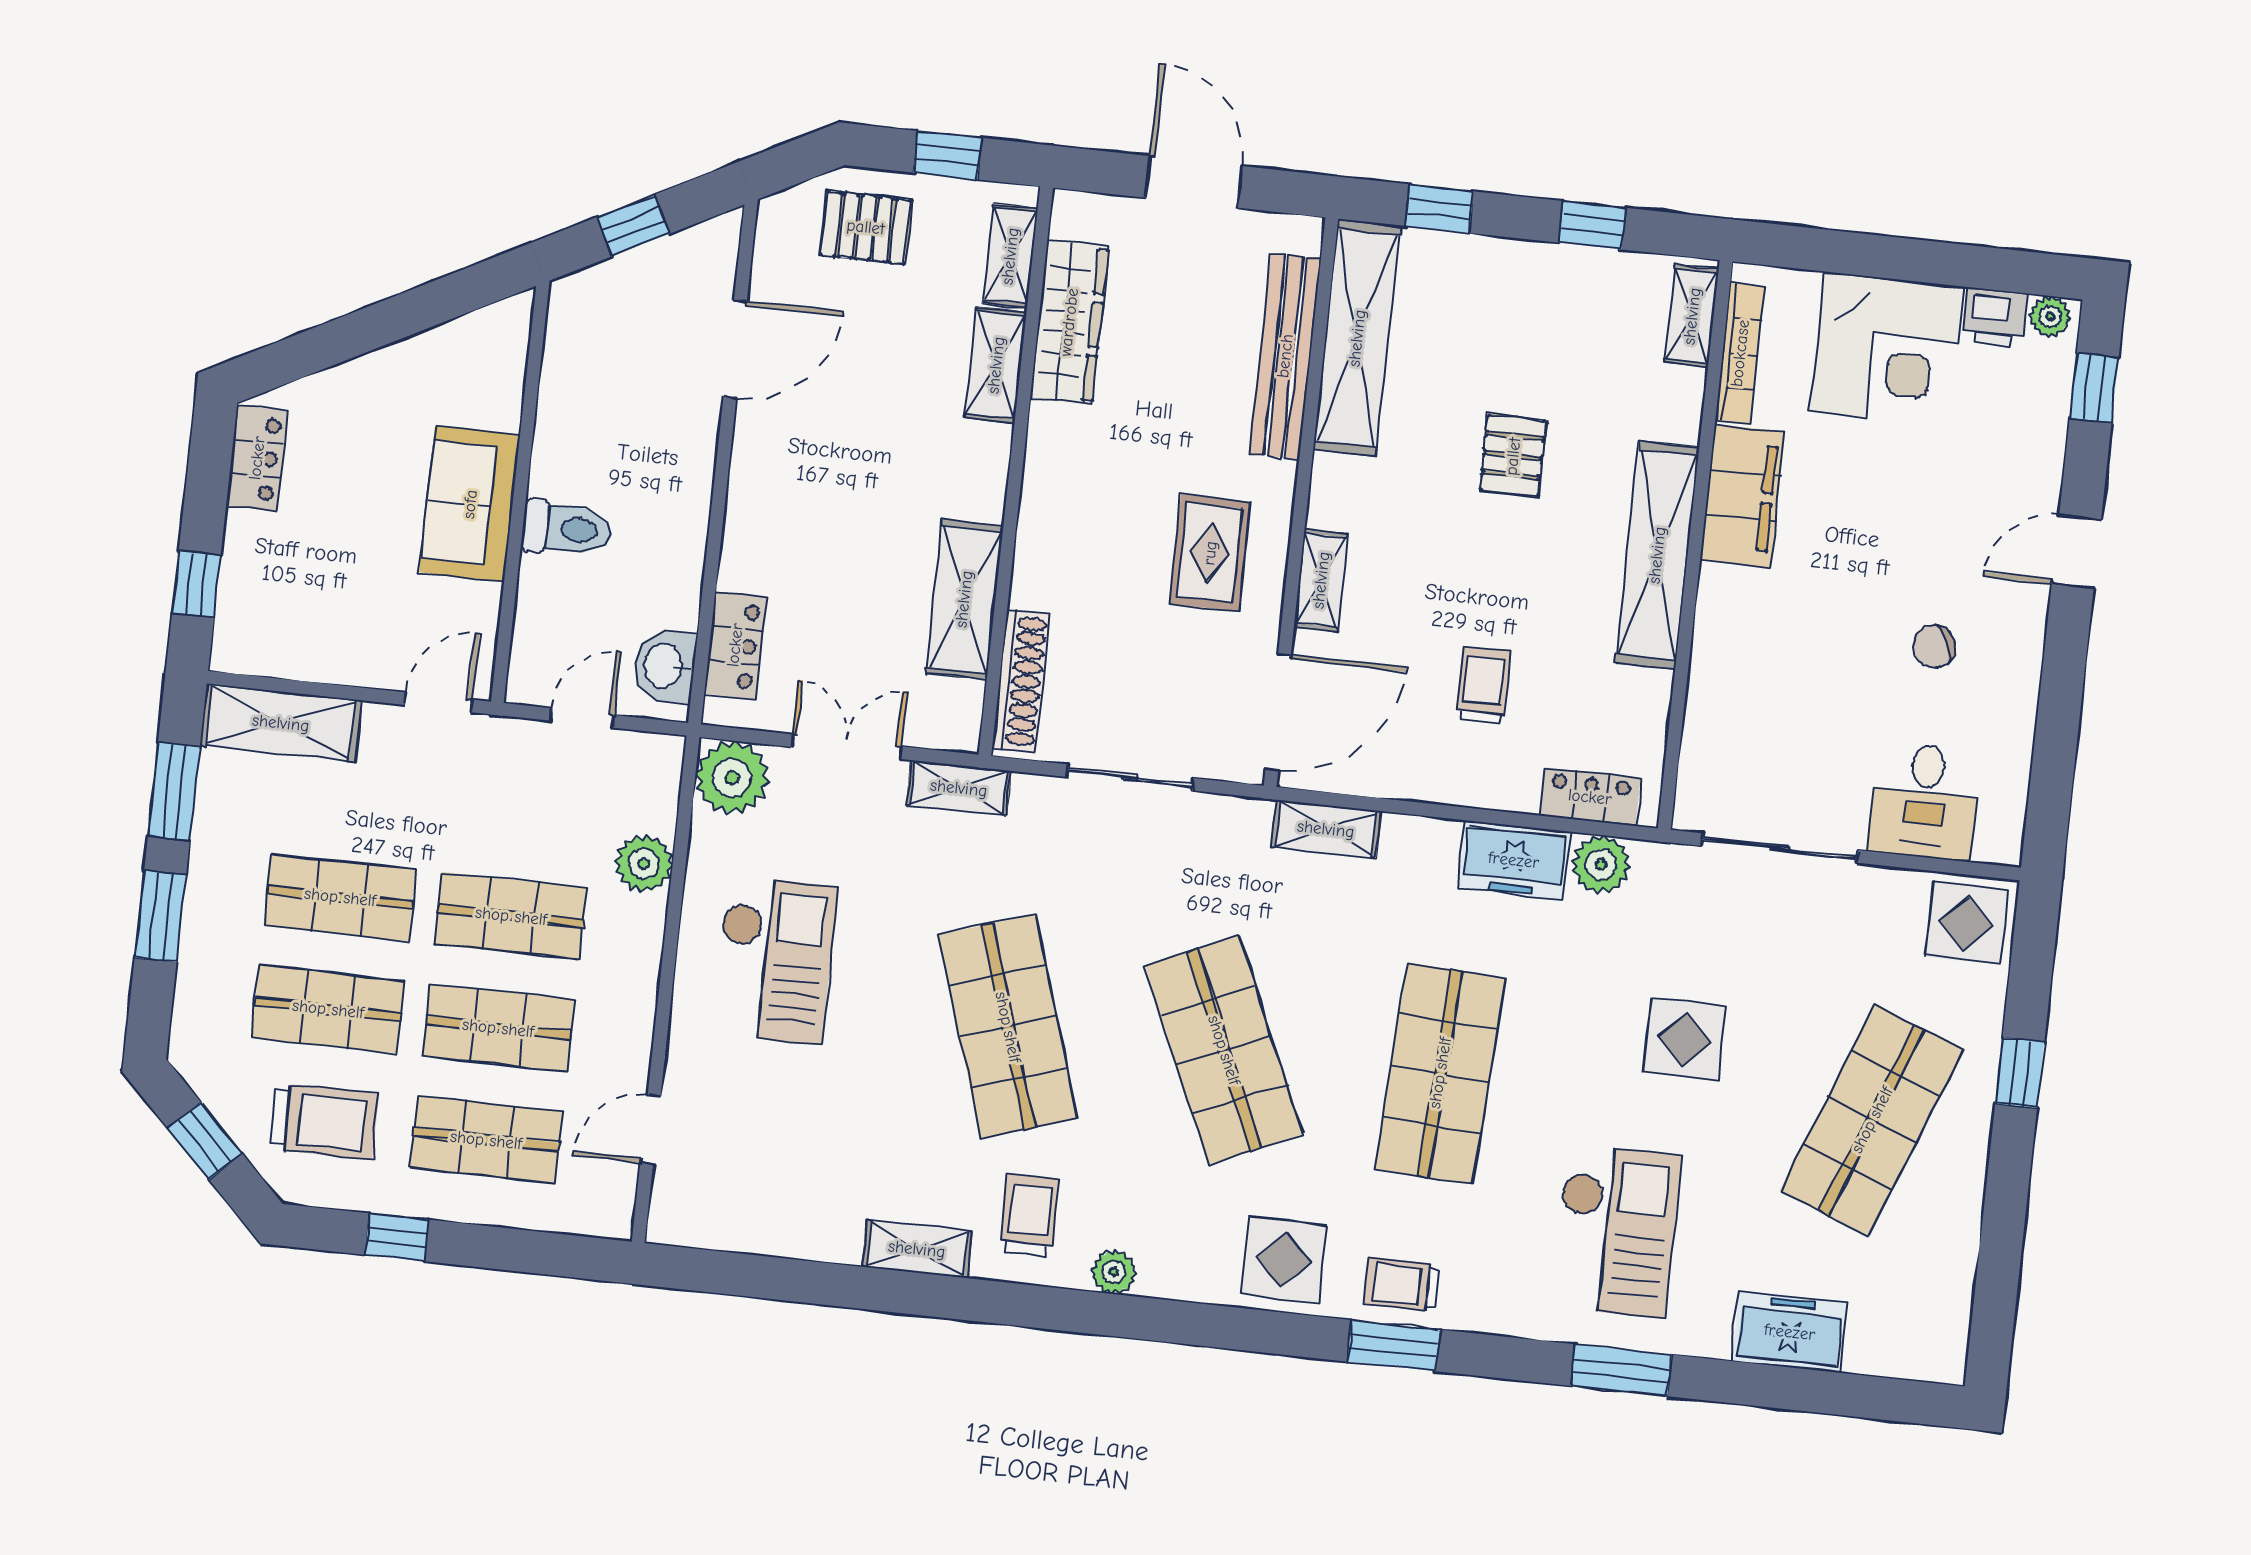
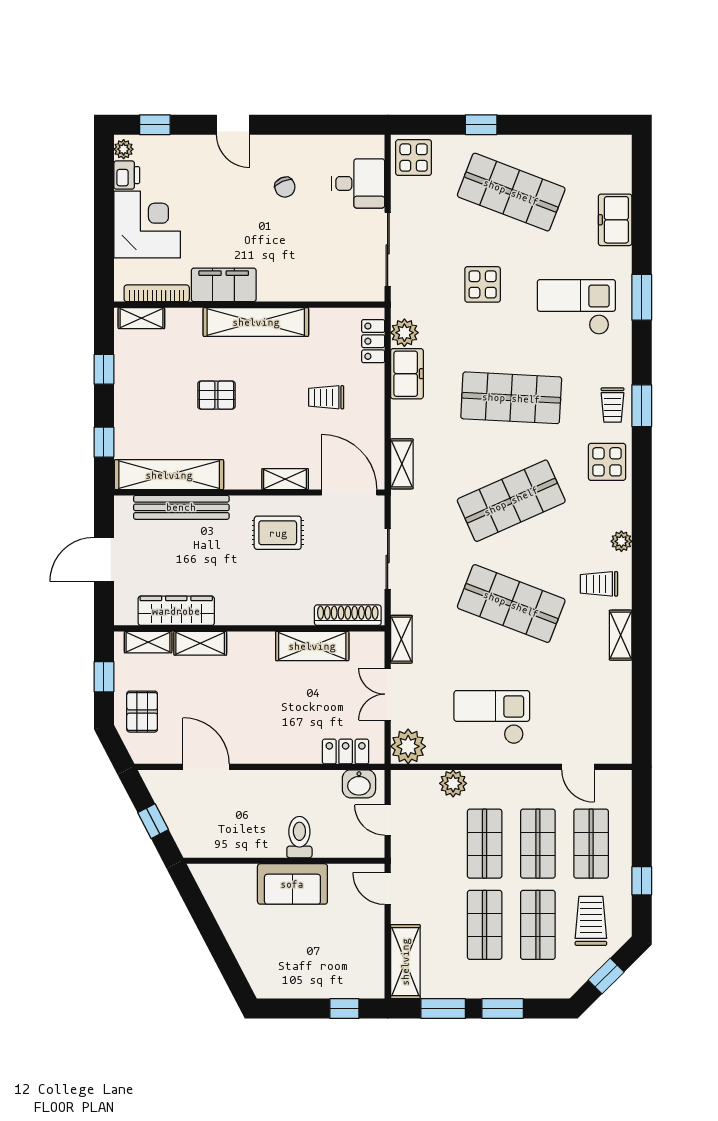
locker: (257, 458) -> (282, 987), removed
shop shelf: (1008, 1027) -> (511, 604), turned 39

